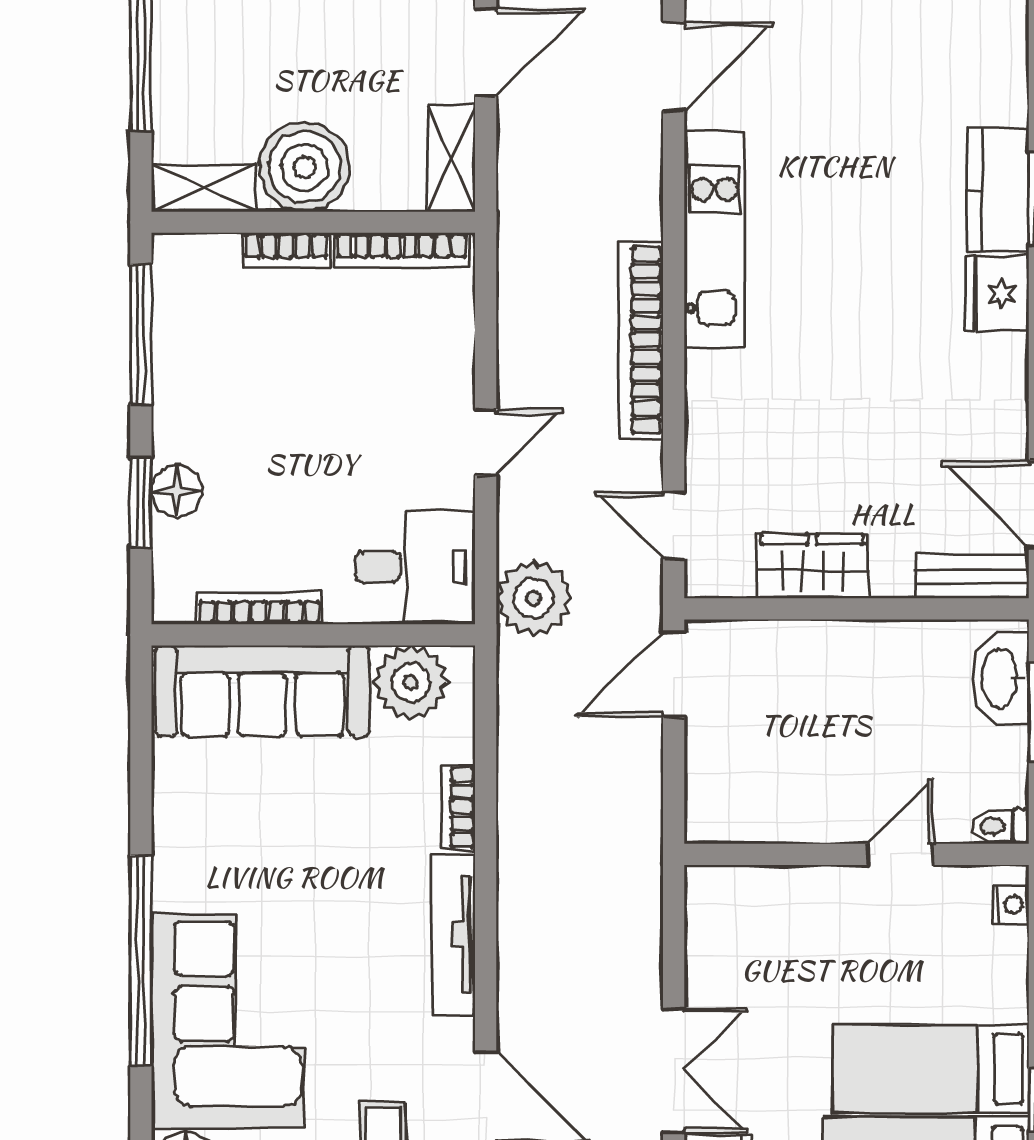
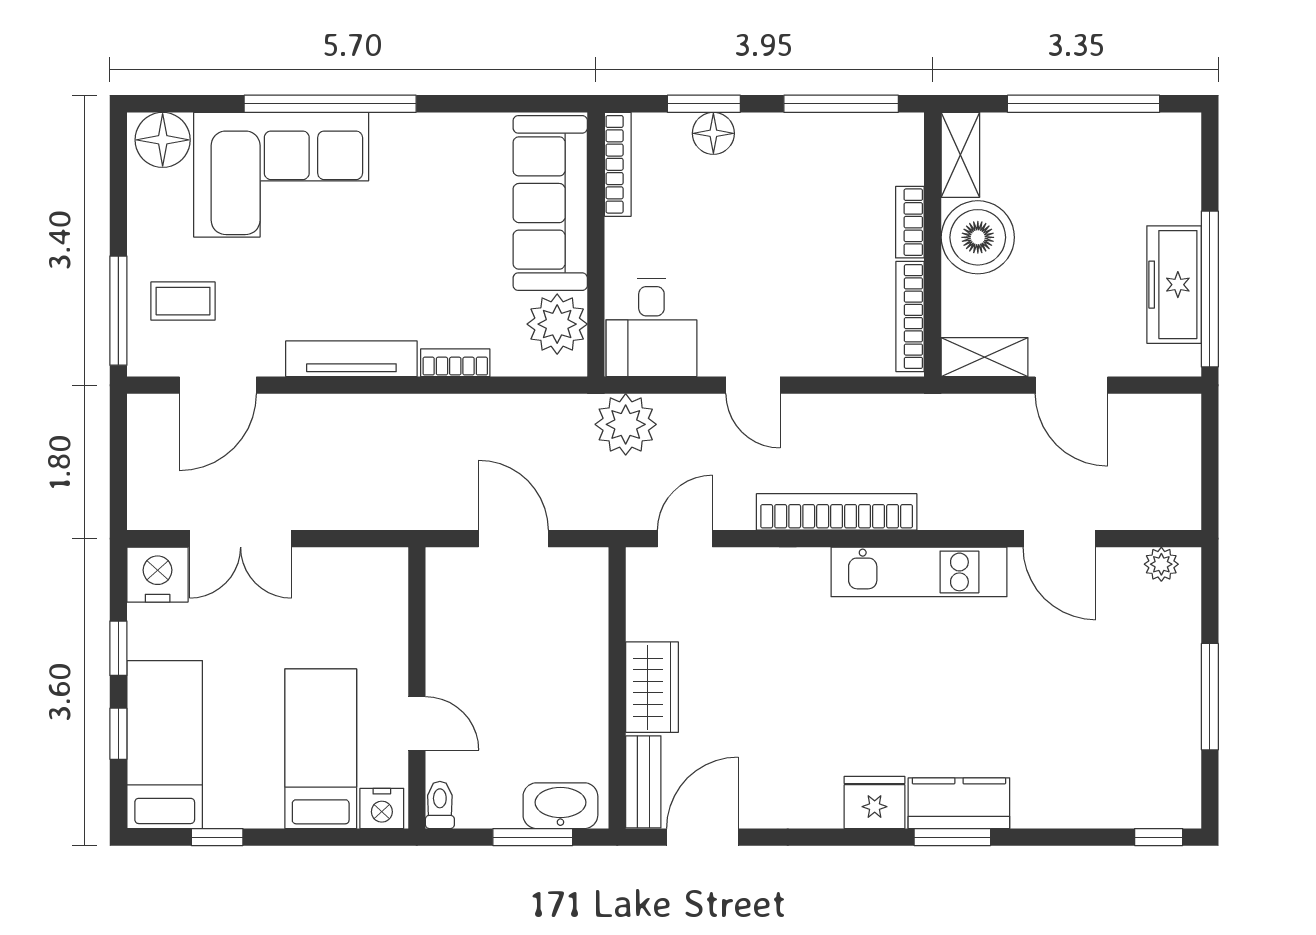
wardrobe: (812, 566) -> (652, 687), moved
bookcase: (259, 608) -> (618, 164), moved
door: (674, 674) -> (513, 539), moved
nightstand: (1011, 905) -> (382, 808), width x1.39, depth x1.35
bed: (931, 1069) -> (321, 749), moved

